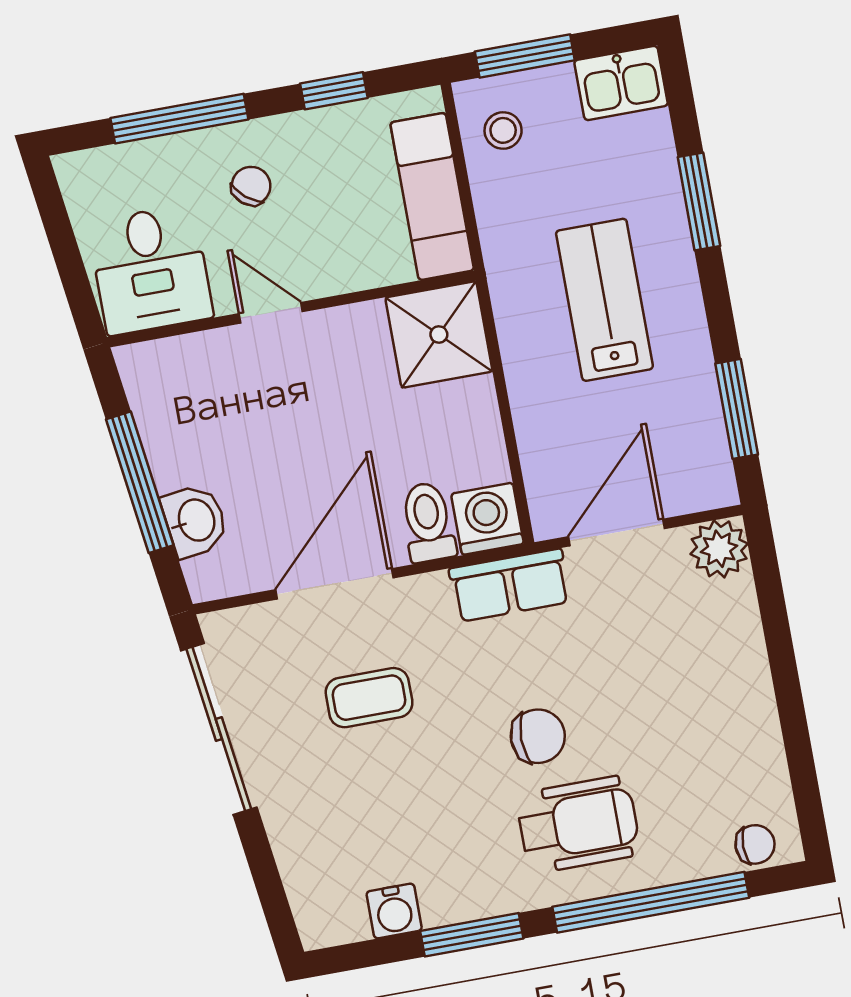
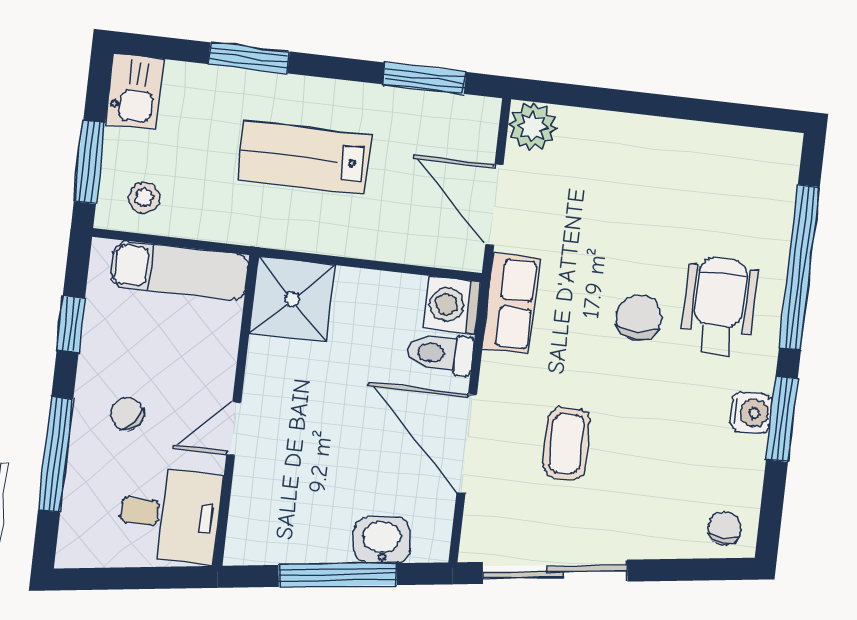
chair: (755, 844) -> (724, 528), moved
water cooler: (394, 911) -> (751, 413), moved

